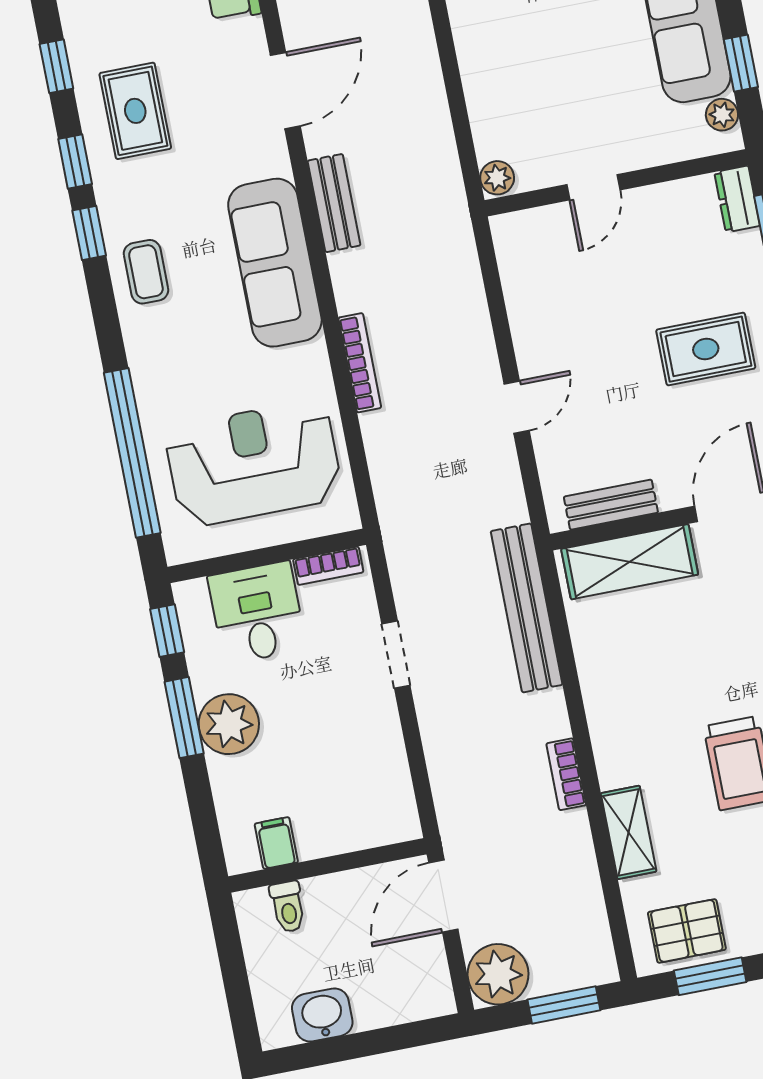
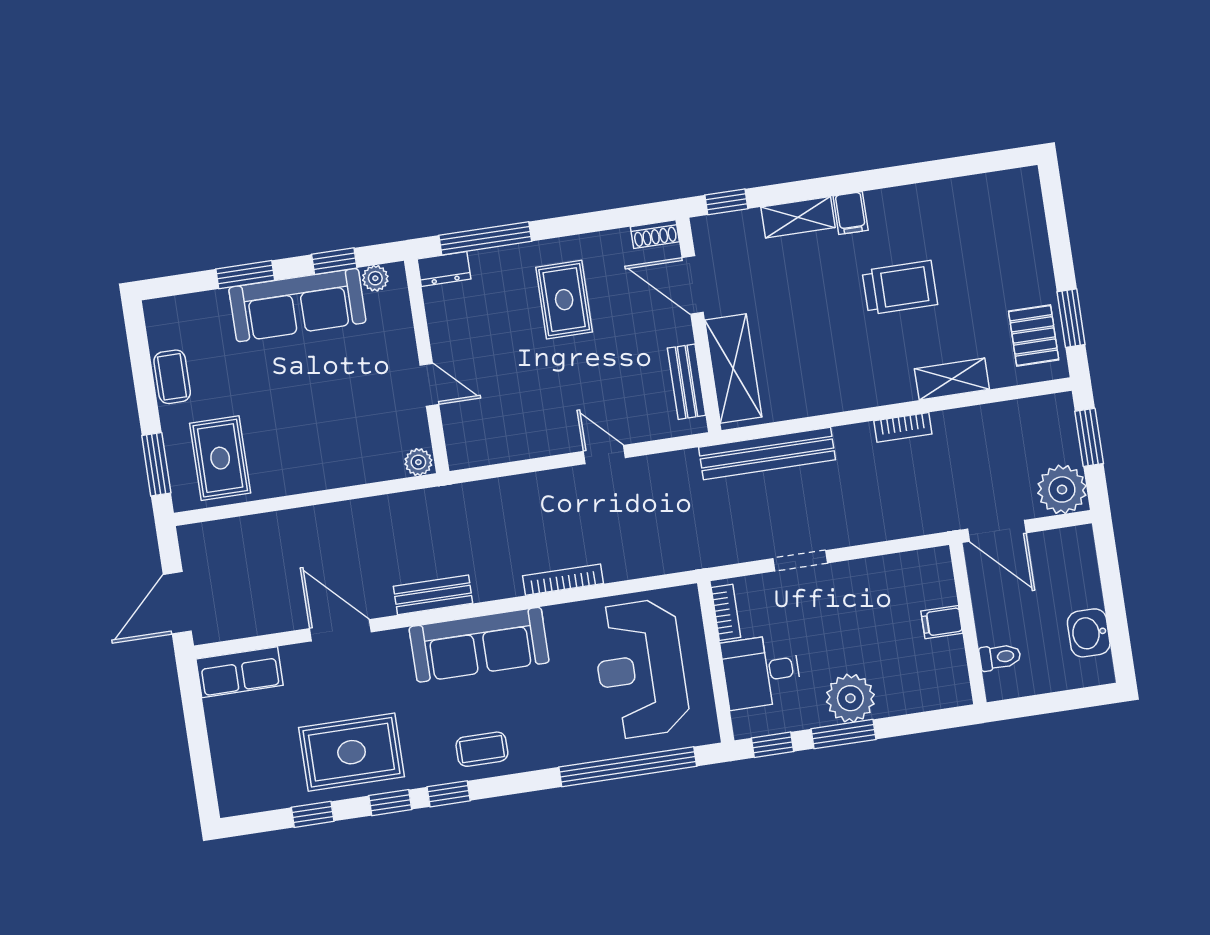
rug: (135, 111) -> (352, 752), width x1.36, depth x1.43
filing cabinet: (276, 843) -> (942, 622), moved

